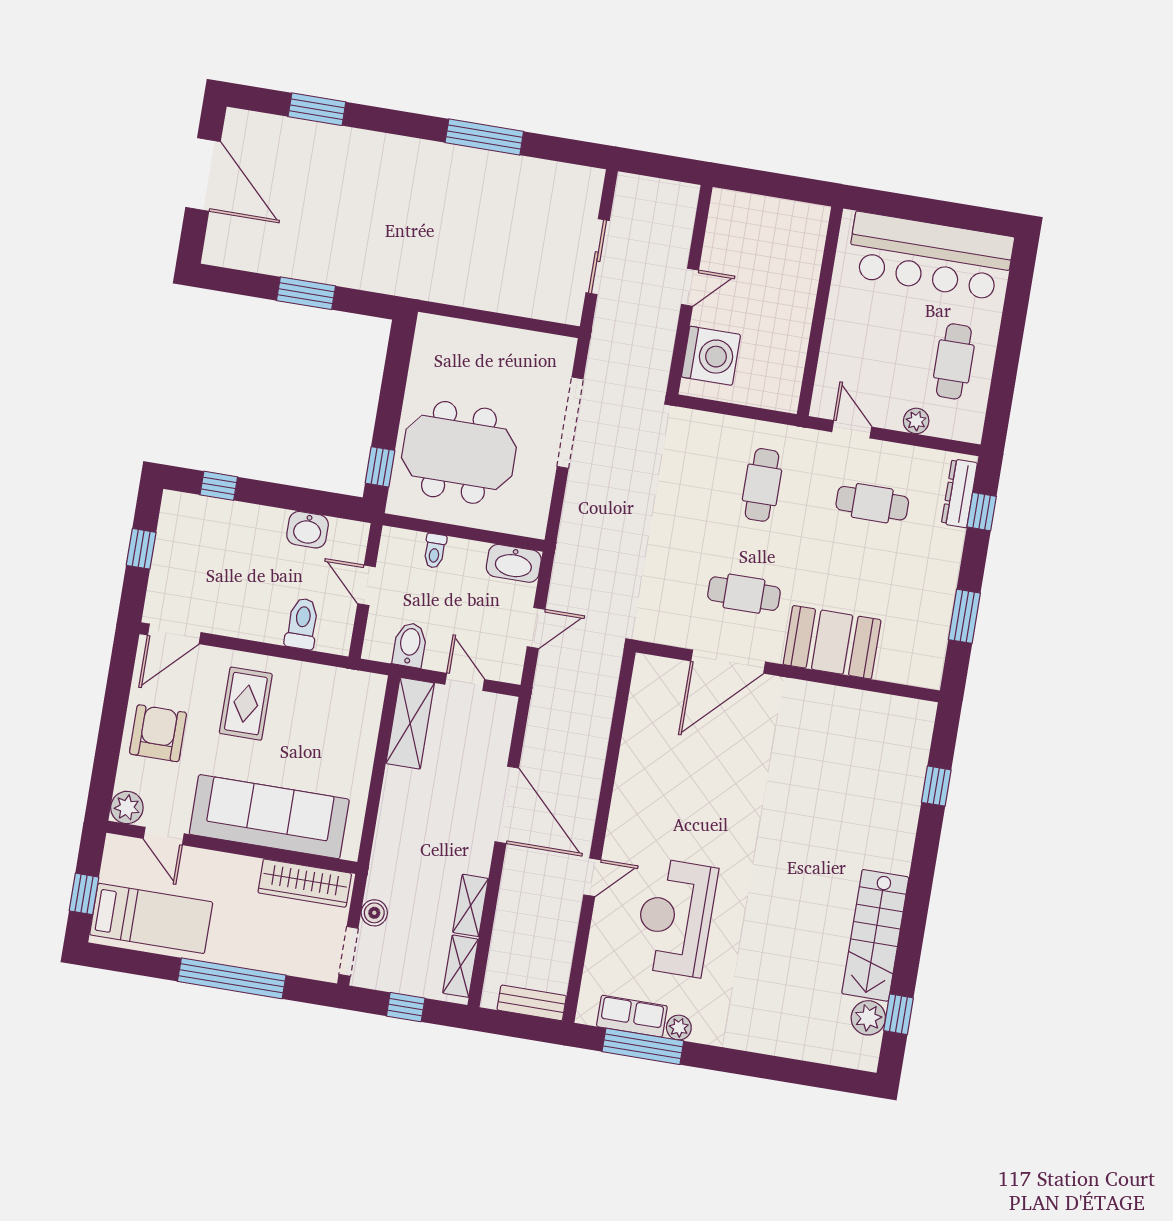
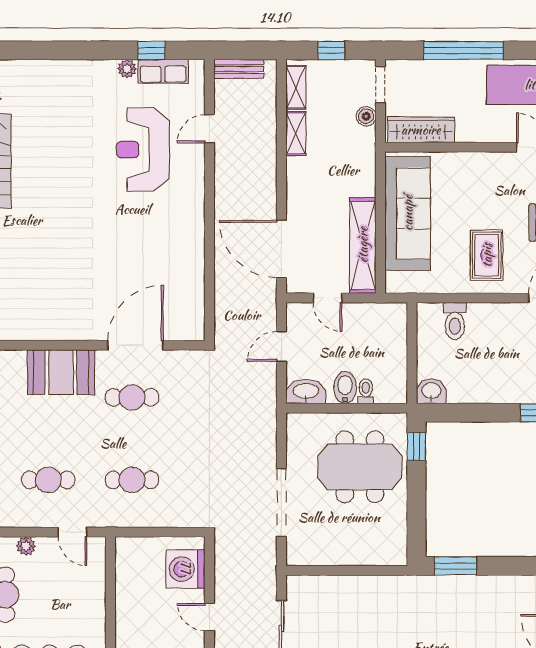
door: (690, 287) -> (209, 617), hinge flipped
window: (306, 293) -> (455, 566), moved
cafe table: (762, 485) -> (132, 480), turned 90
washbasin: (308, 530) -> (431, 391), moved
door: (367, 585) -> (412, 357), removed
bidet: (410, 645) -> (345, 388), moved, turned 180
shelving: (410, 723) -> (363, 245), width x1.47
door: (507, 805) -> (281, 249), moved
sofa: (269, 817) -> (408, 213), moved, turned -90
door: (592, 877) -> (209, 129), moved
reception desk: (675, 918) -> (143, 150), turned 180
window: (643, 1046) -> (151, 50), width x0.46

